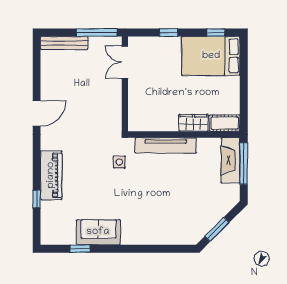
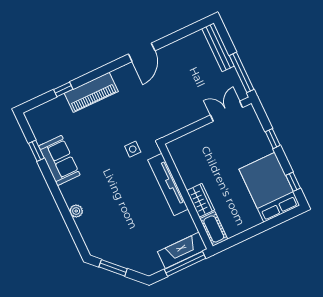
door: (37, 113) -> (142, 52), hinge flipped
plant: (151, 239) -> (76, 211), added

